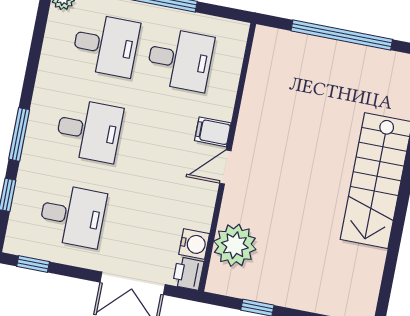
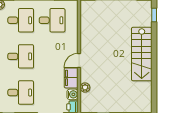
filing cabinet: (213, 132) -> (71, 78), moved, width x2.00
plant: (235, 245) -> (85, 87), width x0.53, depth x0.53

